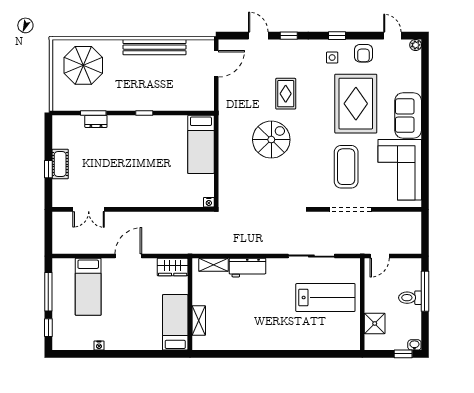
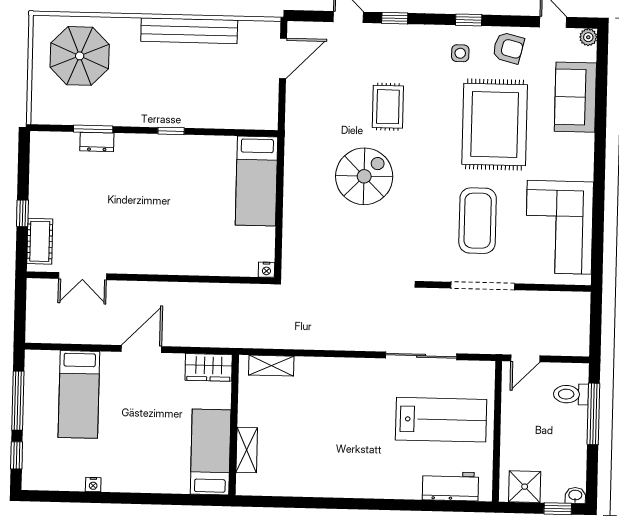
armchair: (363, 53) -> (508, 48), turned -76
sofa: (408, 116) -> (575, 97), moved
cot: (60, 164) -> (40, 241), moved
workbench: (247, 268) -> (450, 486), moved, turned 180
toilet: (410, 298) -> (571, 394), moved
shower: (375, 323) -> (525, 487), moved

